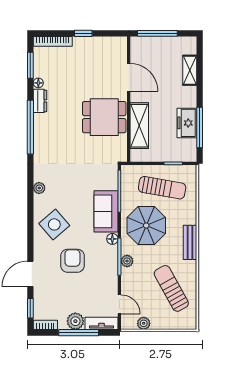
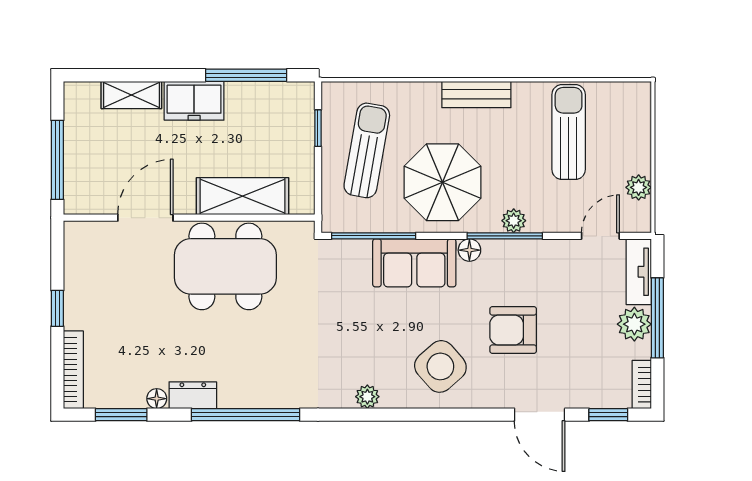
dining table: (104, 117) -> (225, 266), width x1.38
freezer: (187, 123) -> (194, 101), moved
sun lounger: (171, 288) -> (569, 132), turned 119

